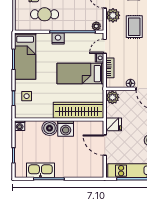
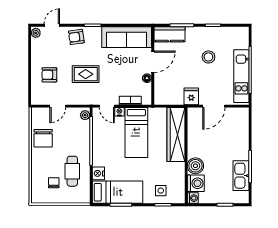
plant: (113, 15) -> (73, 97), removed
nightstand: (58, 39) -> (98, 173), moved
plant: (112, 97) -> (162, 98), removed
washing machine: (66, 128) -> (196, 183), moved

